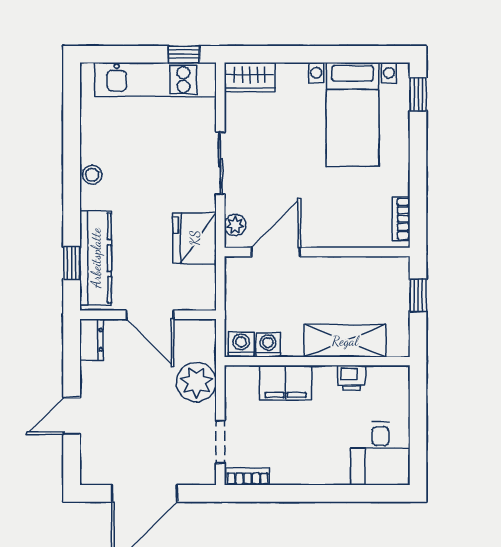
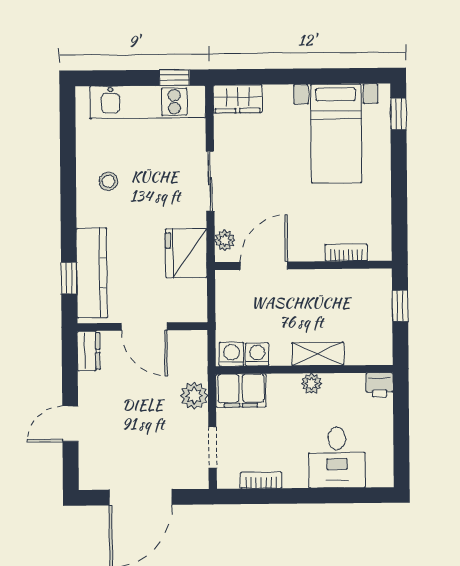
stool: (92, 175) -> (108, 181), moved
bookcase: (401, 219) -> (346, 253), moved, turned 90
shelving: (345, 341) -> (318, 354), width x0.67, depth x0.75
plant: (325, 376) -> (312, 384), added
printer: (352, 378) -> (380, 385), moved
plant: (196, 382) -> (194, 396), width x0.73, depth x0.73
filing cabinet: (286, 383) -> (241, 391), moved
desk: (380, 453) -> (337, 457), moved
bookcase: (248, 477) -> (261, 480), moved

